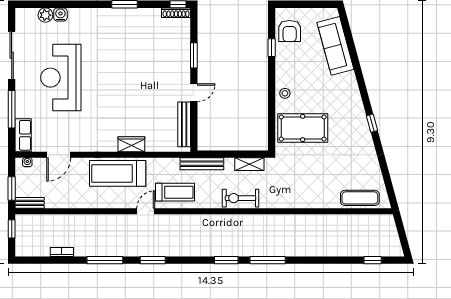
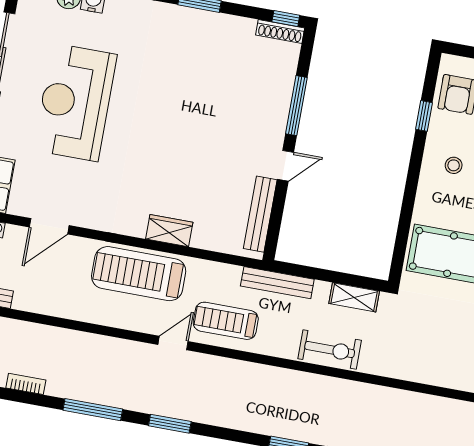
window: (194, 55) -> (296, 106), width x1.44
stool: (285, 93) -> (454, 165), moved
treadmill: (175, 192) -> (226, 321), turned 180
exercise bike: (240, 198) -> (330, 349), turned 180

